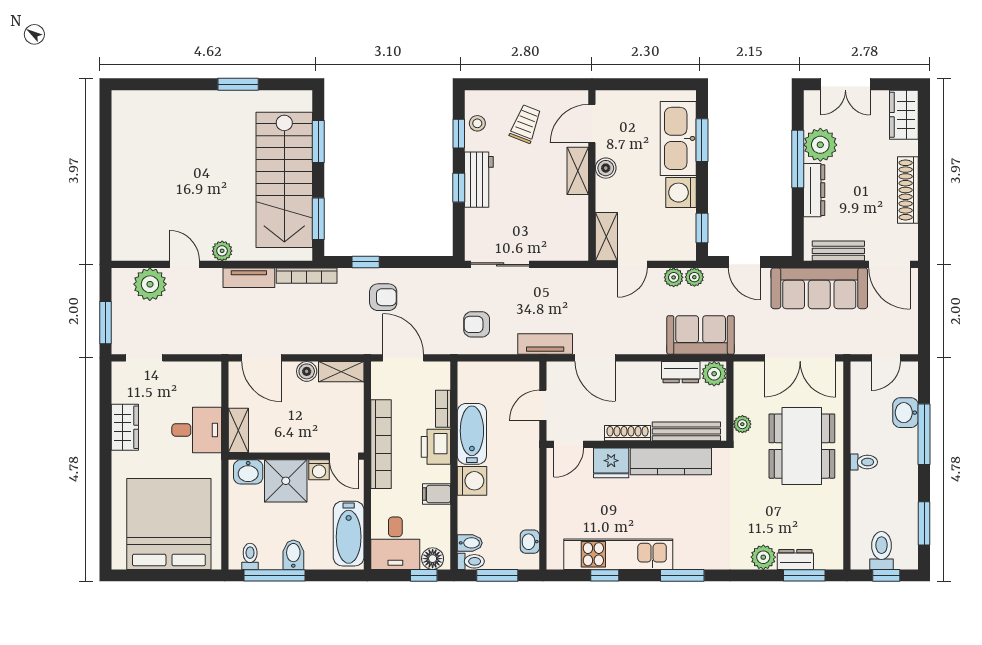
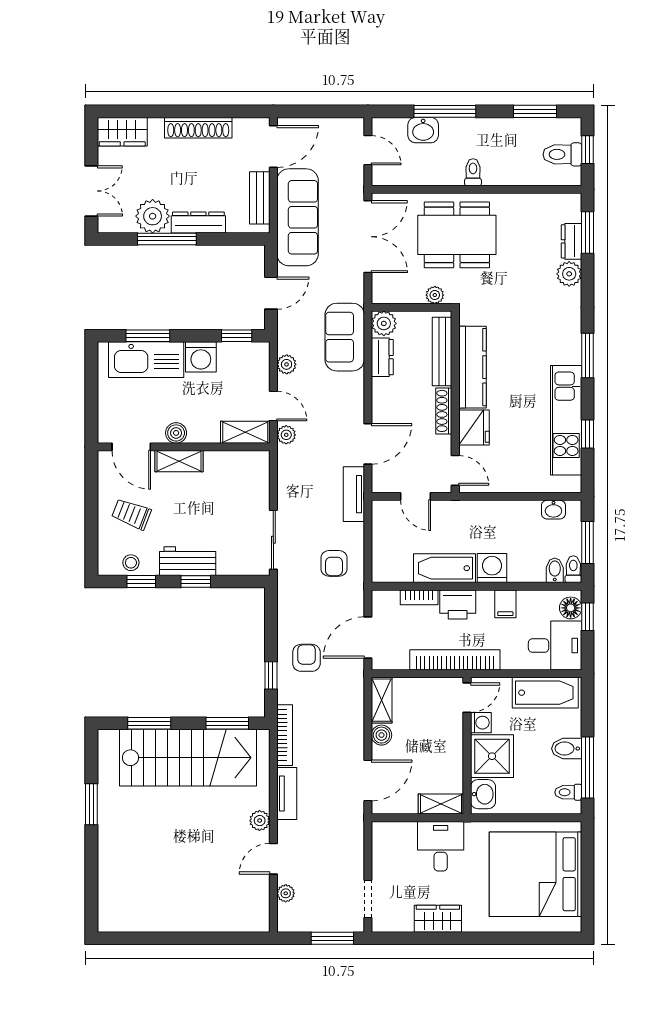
plant: (694, 277) -> (286, 435), moved
plant: (150, 284) -> (286, 893), width x0.53, depth x0.53

